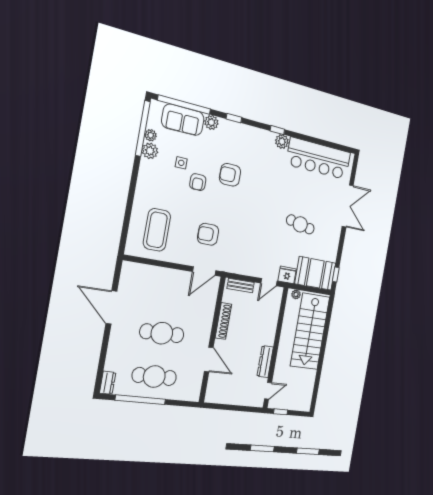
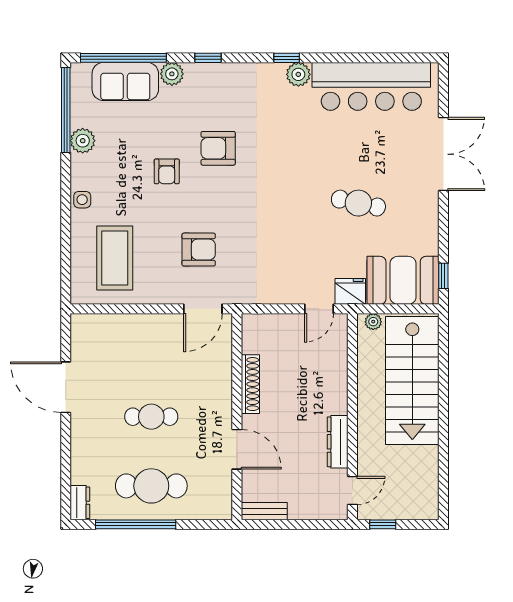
plant: (151, 135) -> (80, 117), removed
side table: (181, 163) -> (82, 200), moved
armchair: (208, 234) -> (199, 250), turned 180
bench: (241, 285) -> (264, 511), moved
cafe table: (162, 333) -> (151, 417), width x0.73, depth x0.74

